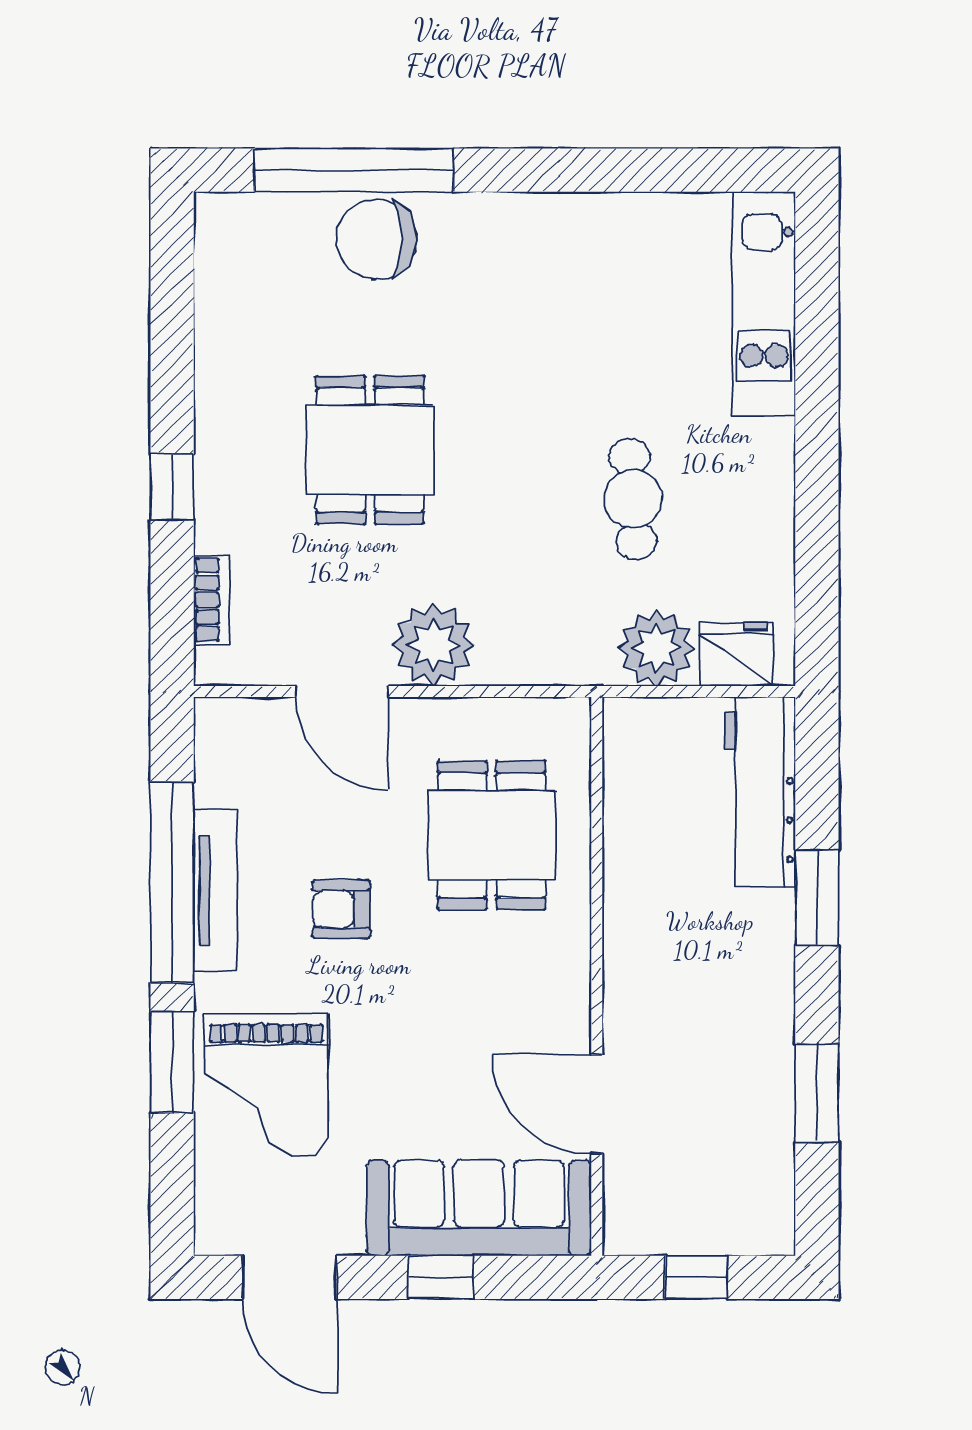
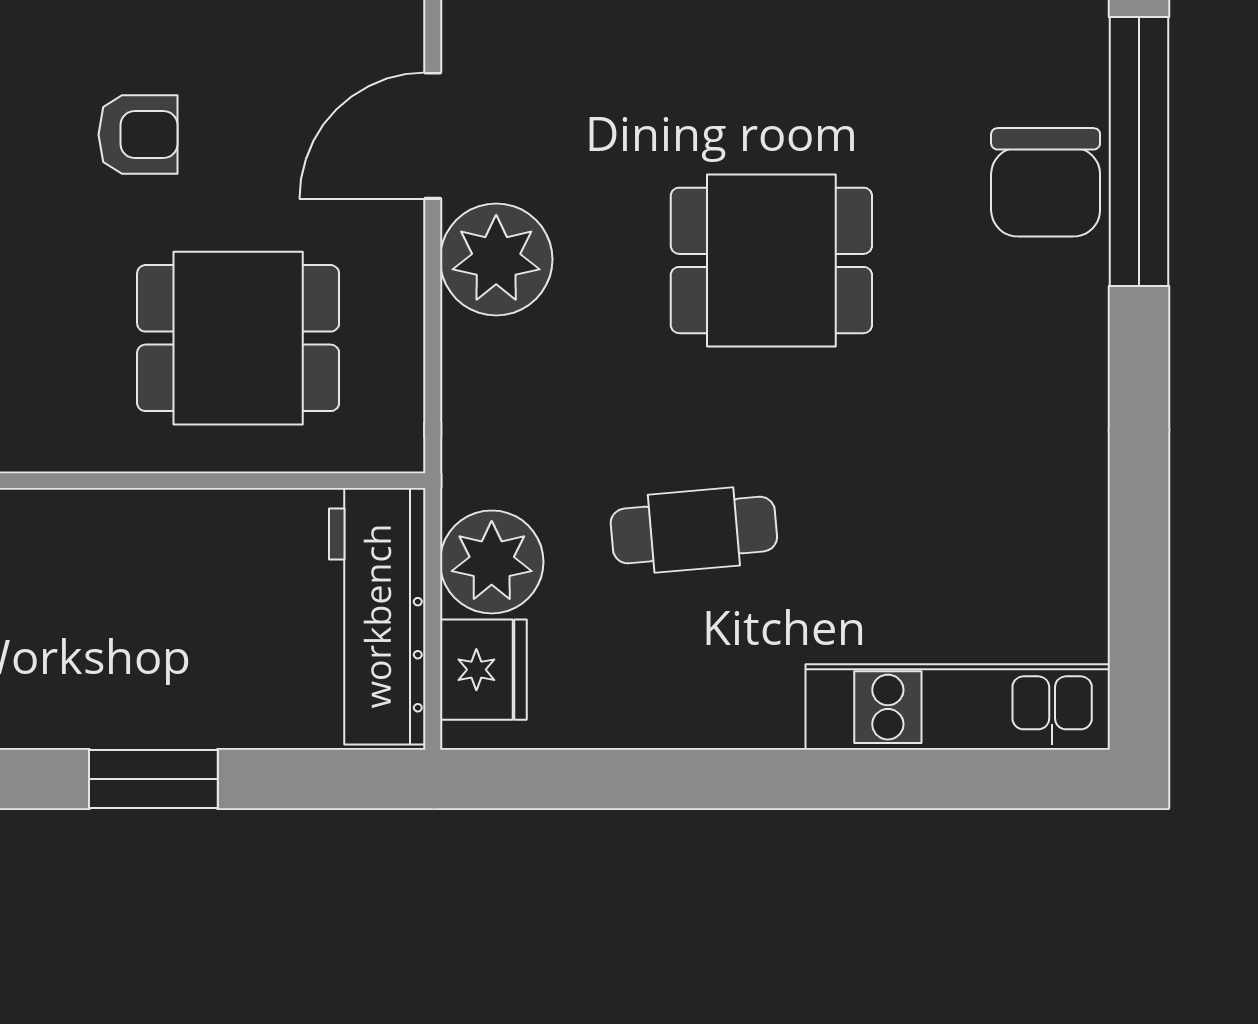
chair: (376, 239) -> (1046, 182), turned 180
dining table: (370, 450) -> (771, 260), moved
workbench: (760, 792) -> (377, 616), moved, turned -90
armchair: (341, 909) -> (138, 135), turned 90

